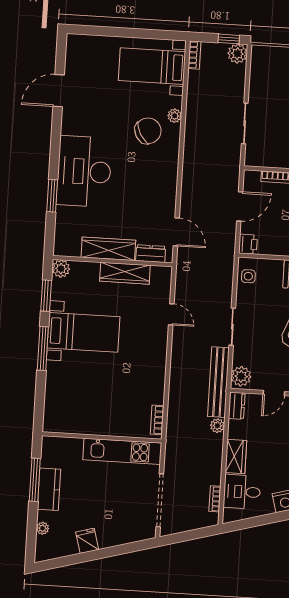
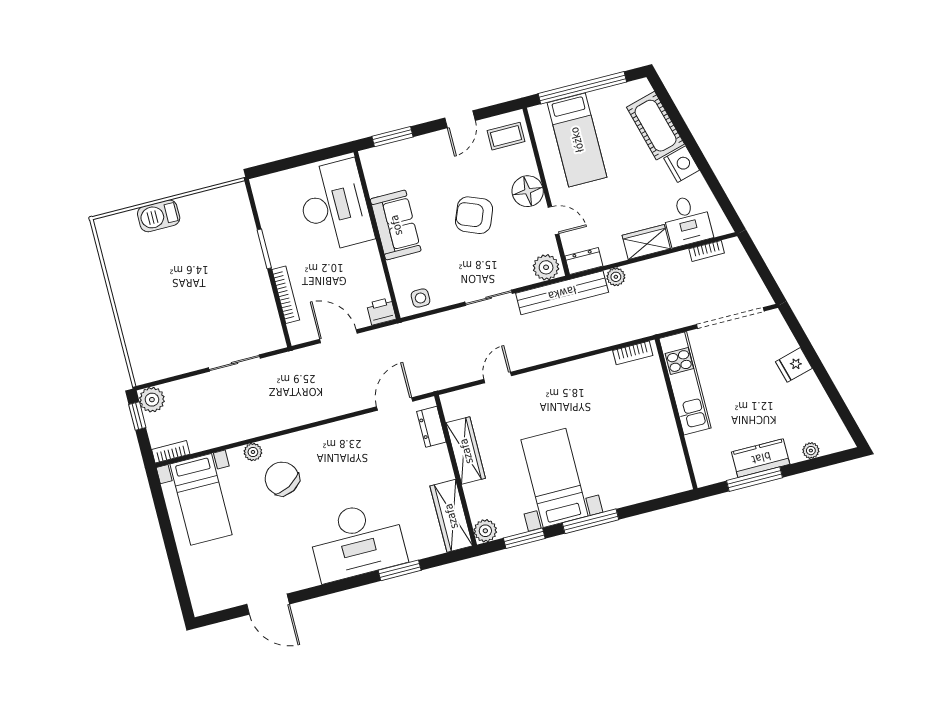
wardrobe: (108, 249) -> (451, 516), moved
fridge: (87, 541) -> (794, 365), moved

